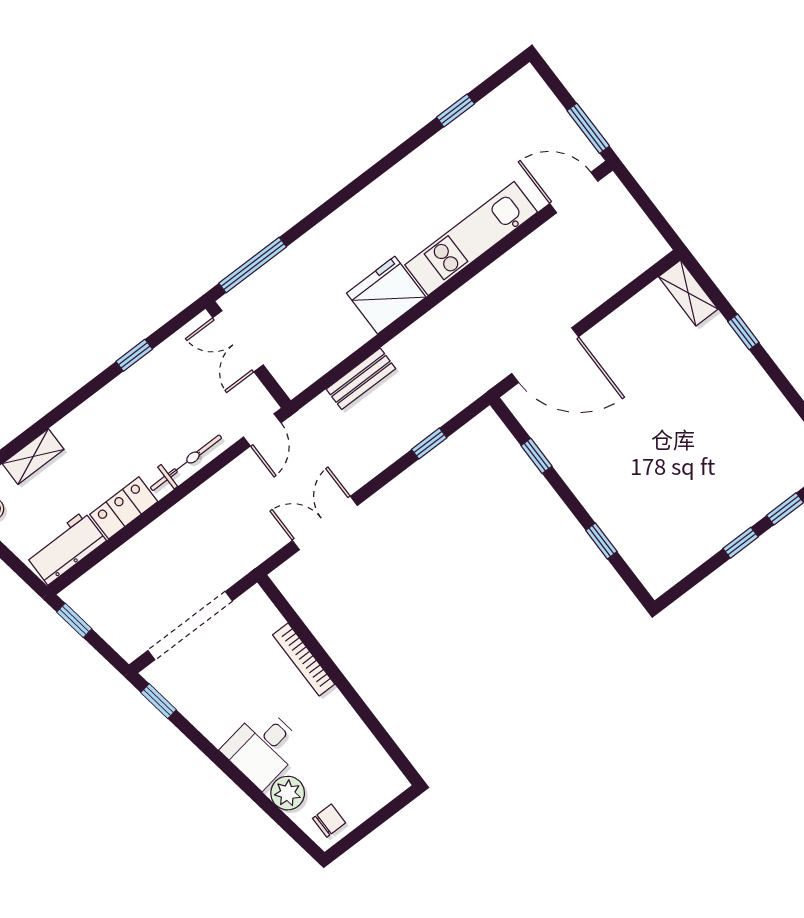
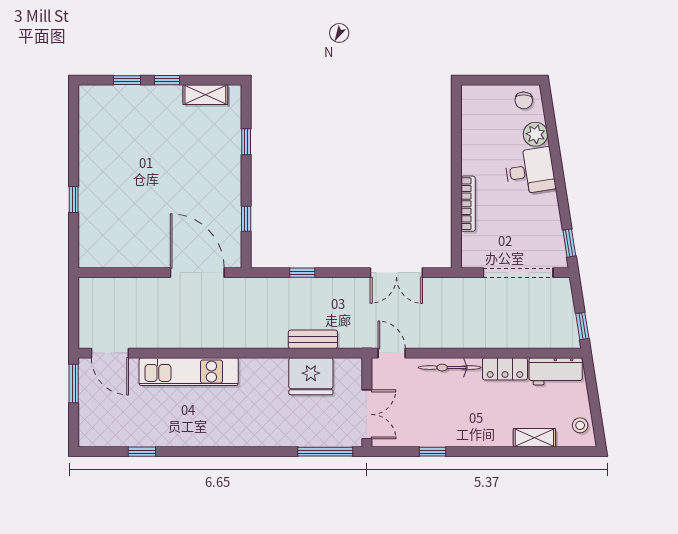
shelving: (688, 293) -> (205, 95), moved, turned 90
fridge: (386, 295) -> (311, 376), moved
door: (262, 430) -> (392, 353), hinge flipped
chair: (329, 821) -> (524, 100), turned -89

